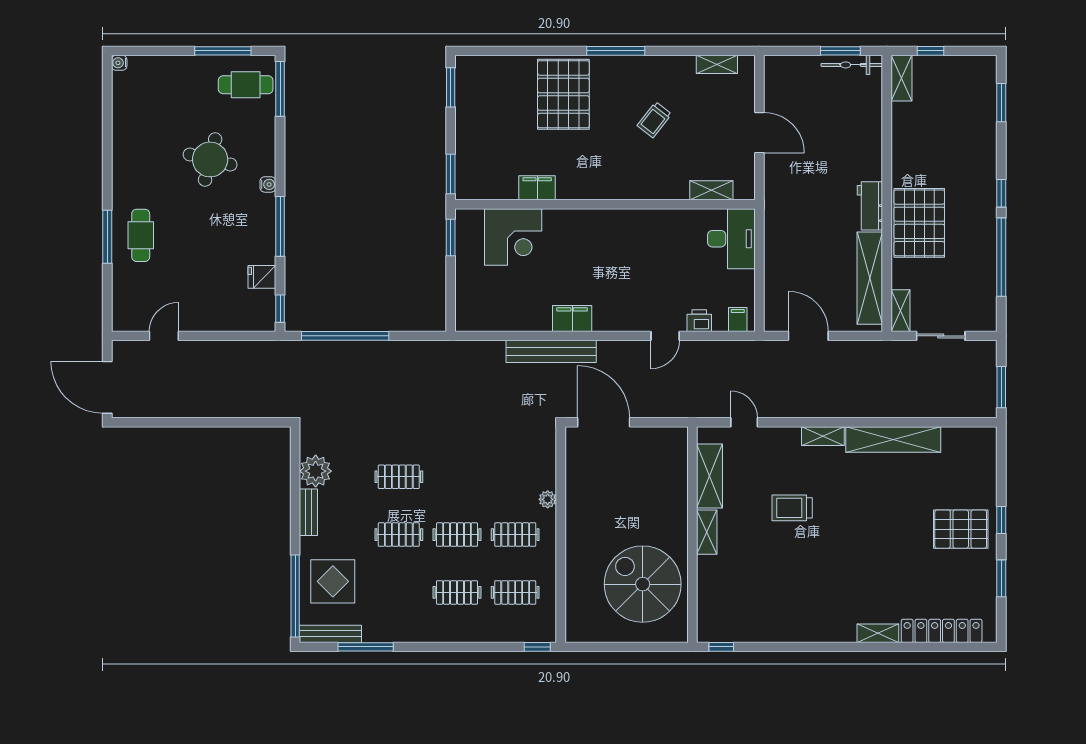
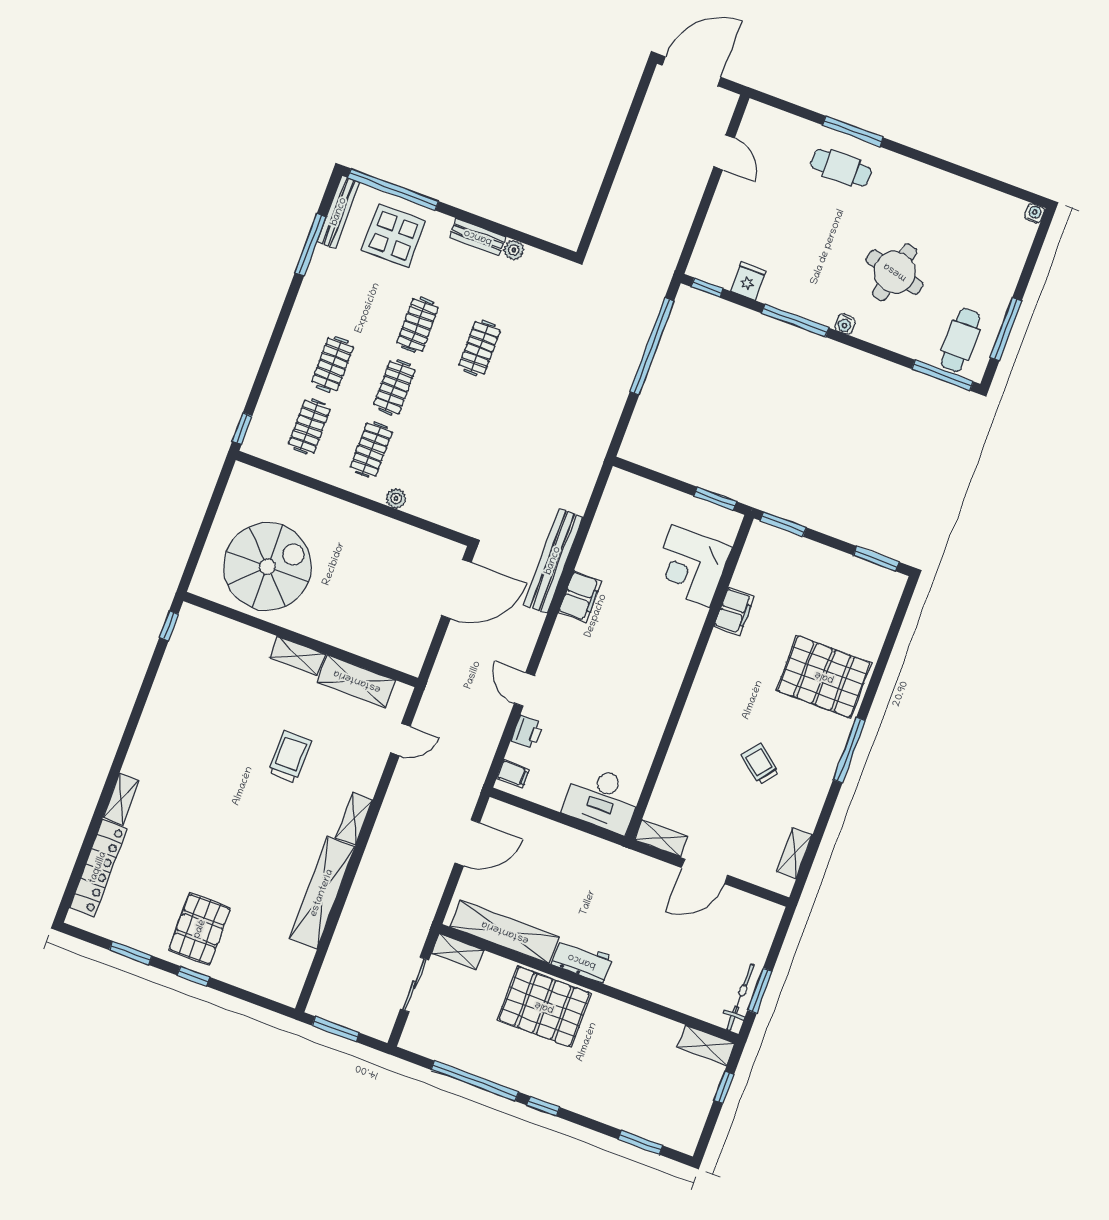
shelving: (711, 190) -> (661, 838), moved, turned 90
plant: (316, 471) -> (514, 250), width x0.53, depth x0.53

